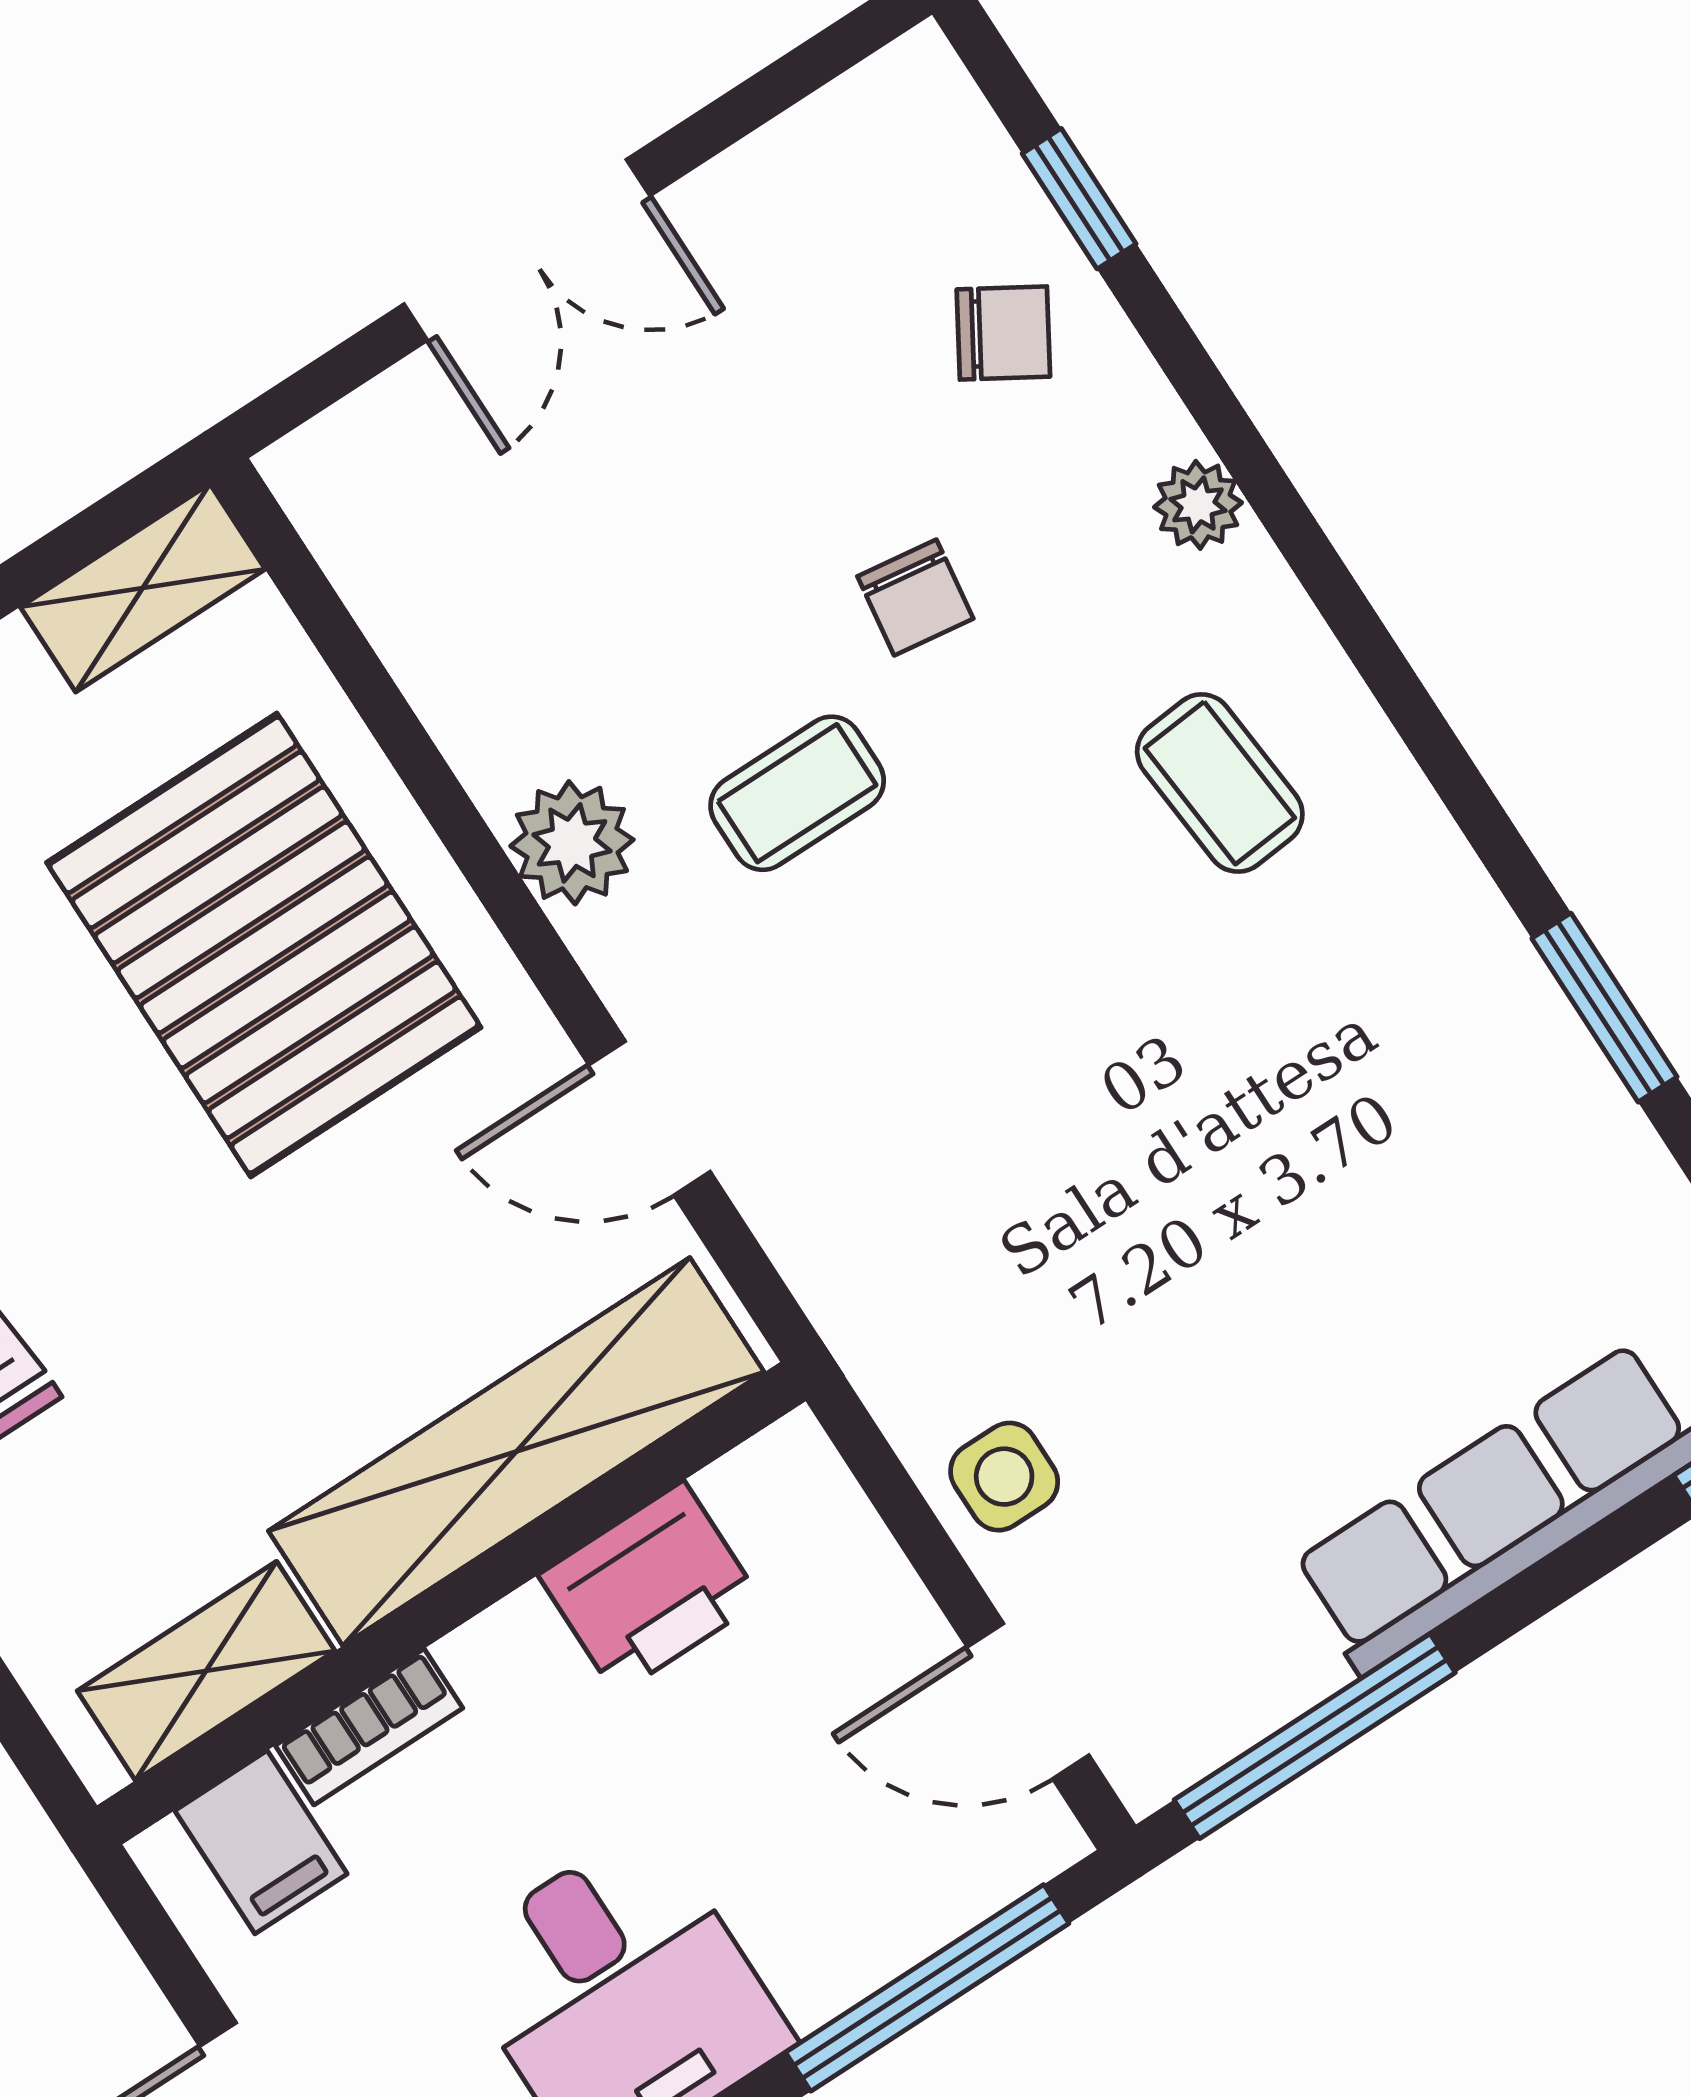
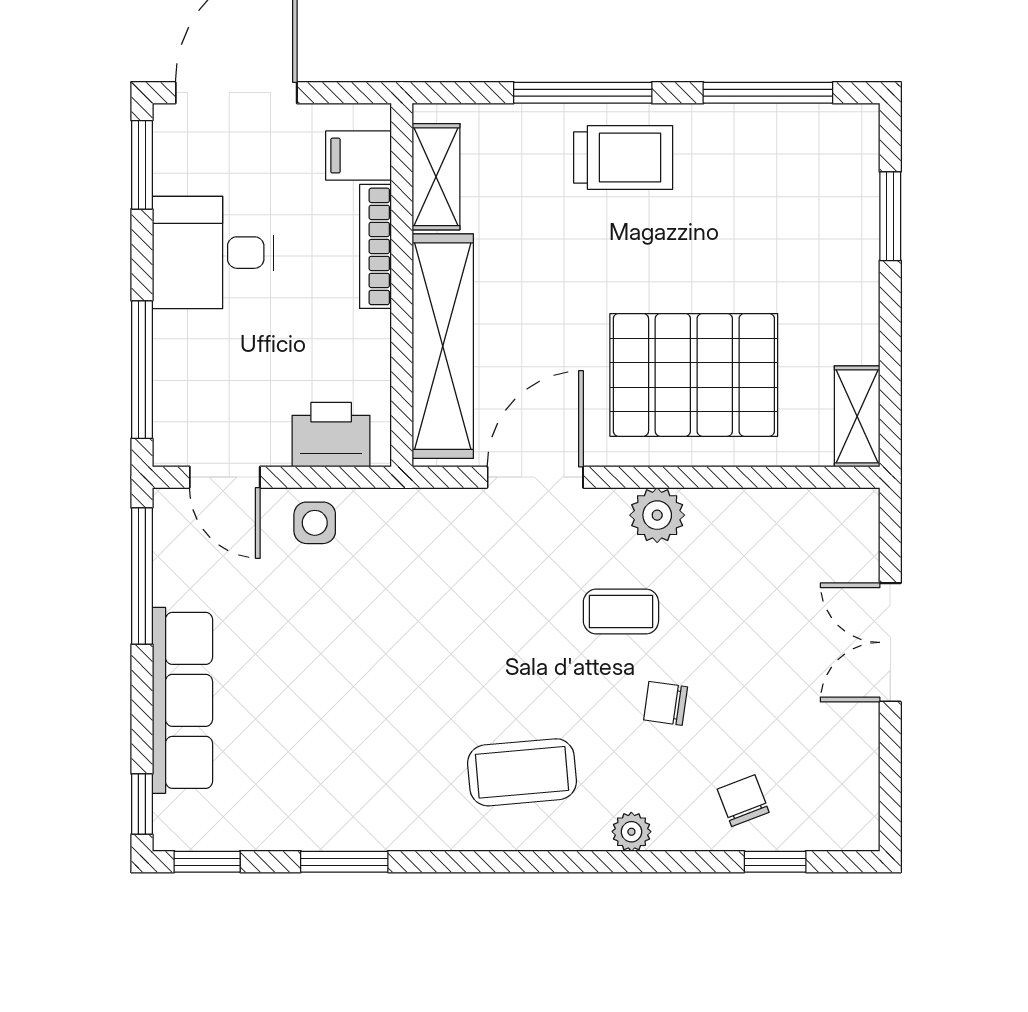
chair: (1003, 333) -> (743, 801), turned 128
coffee table: (1220, 783) -> (522, 772), width x1.36, depth x1.30
coffee table: (797, 793) -> (621, 612), turned 90
door: (650, 1118) -> (535, 477), width x1.38
printer: (650, 1588) -> (331, 435), moved, turned 90
door: (1028, 1701) -> (225, 477), swing flipped
bookcase: (369, 1727) -> (375, 246), width x1.56

